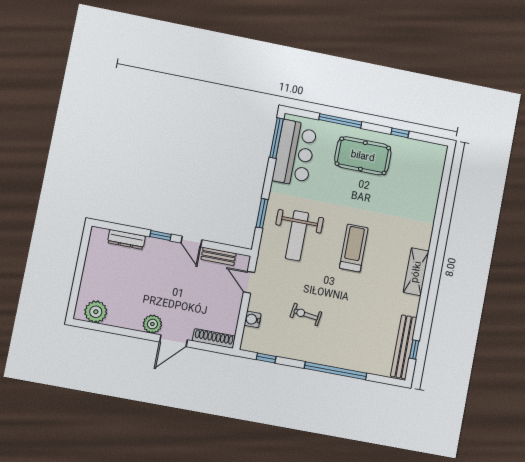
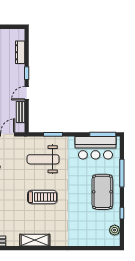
plant: (423, 149) -> (115, 230), added

